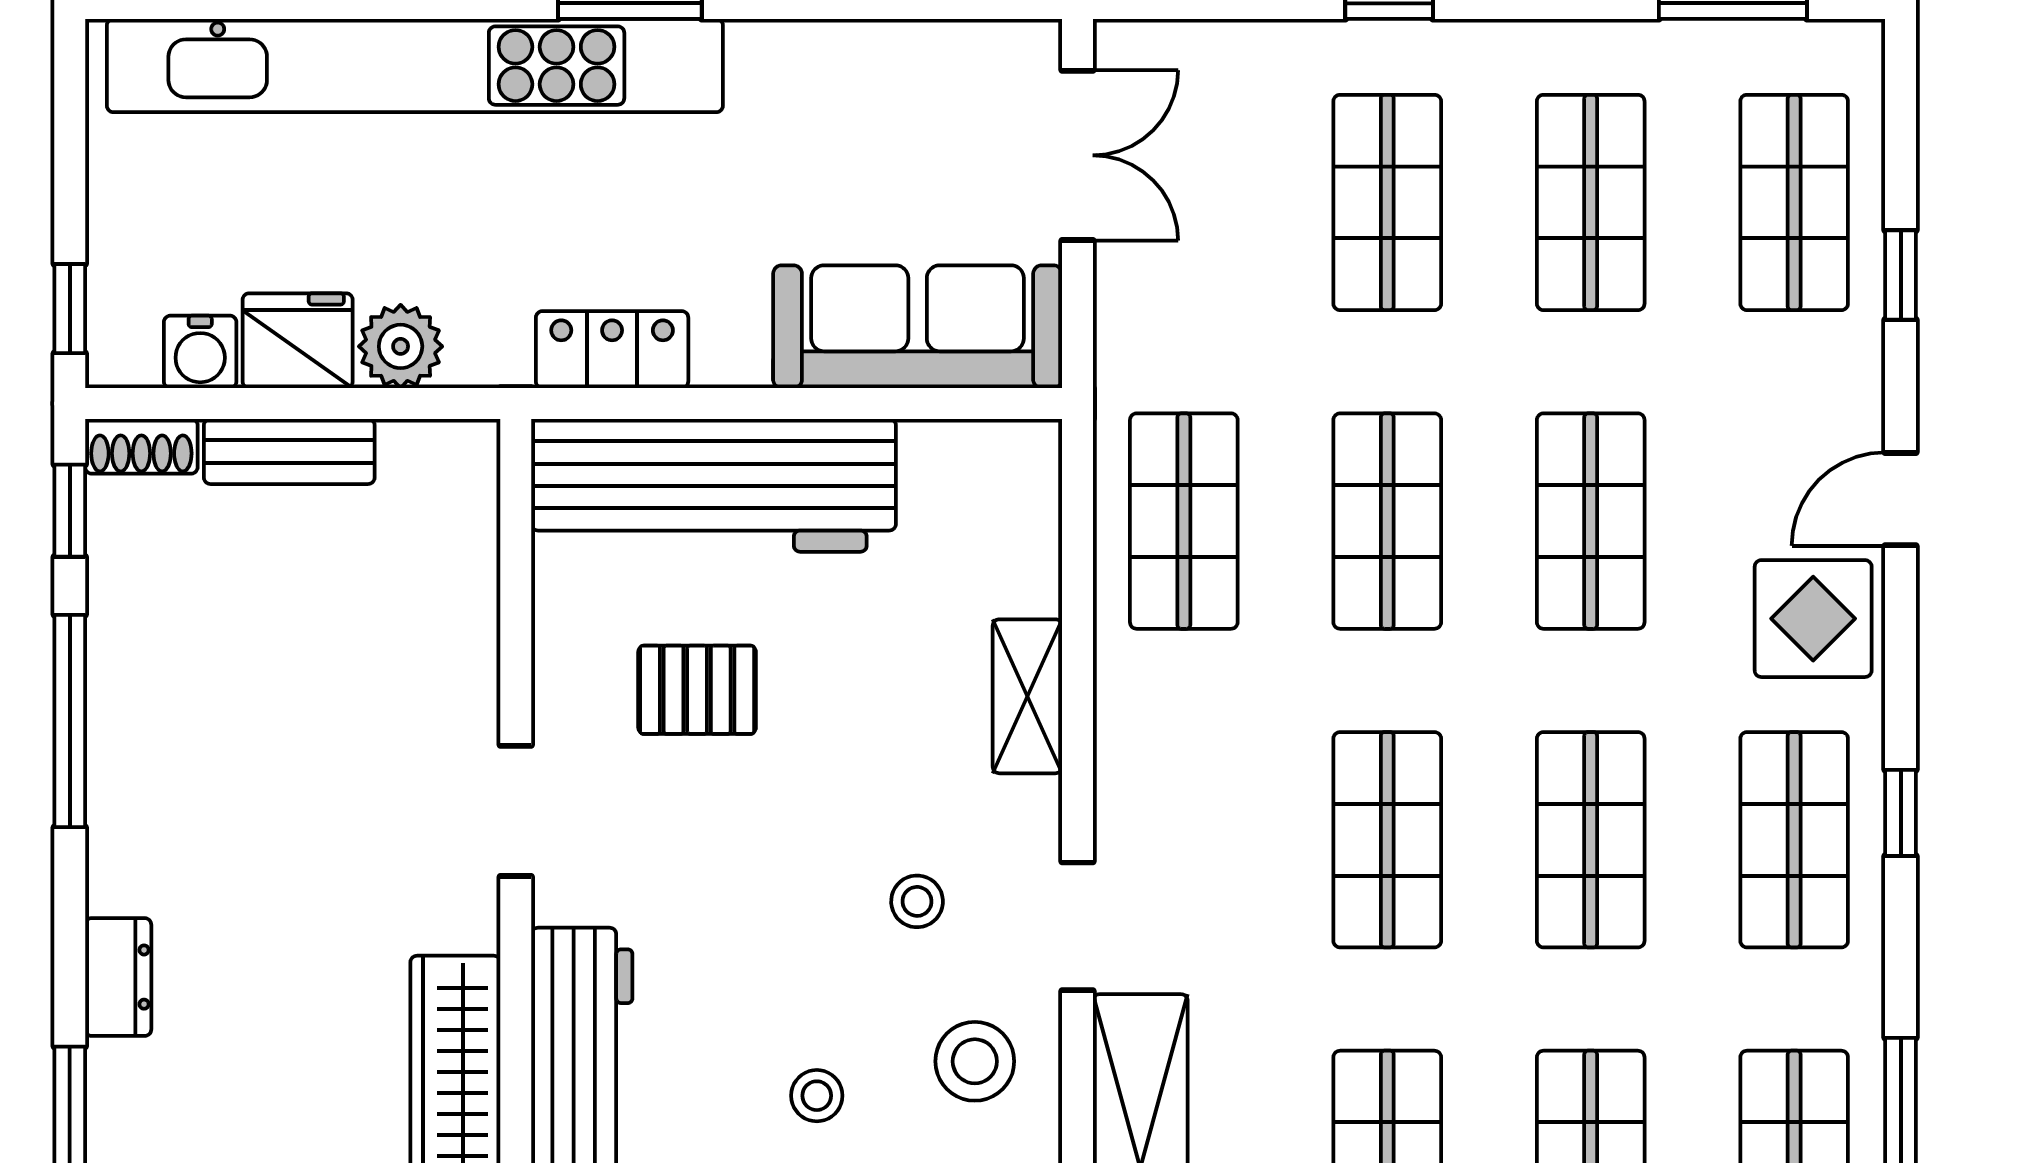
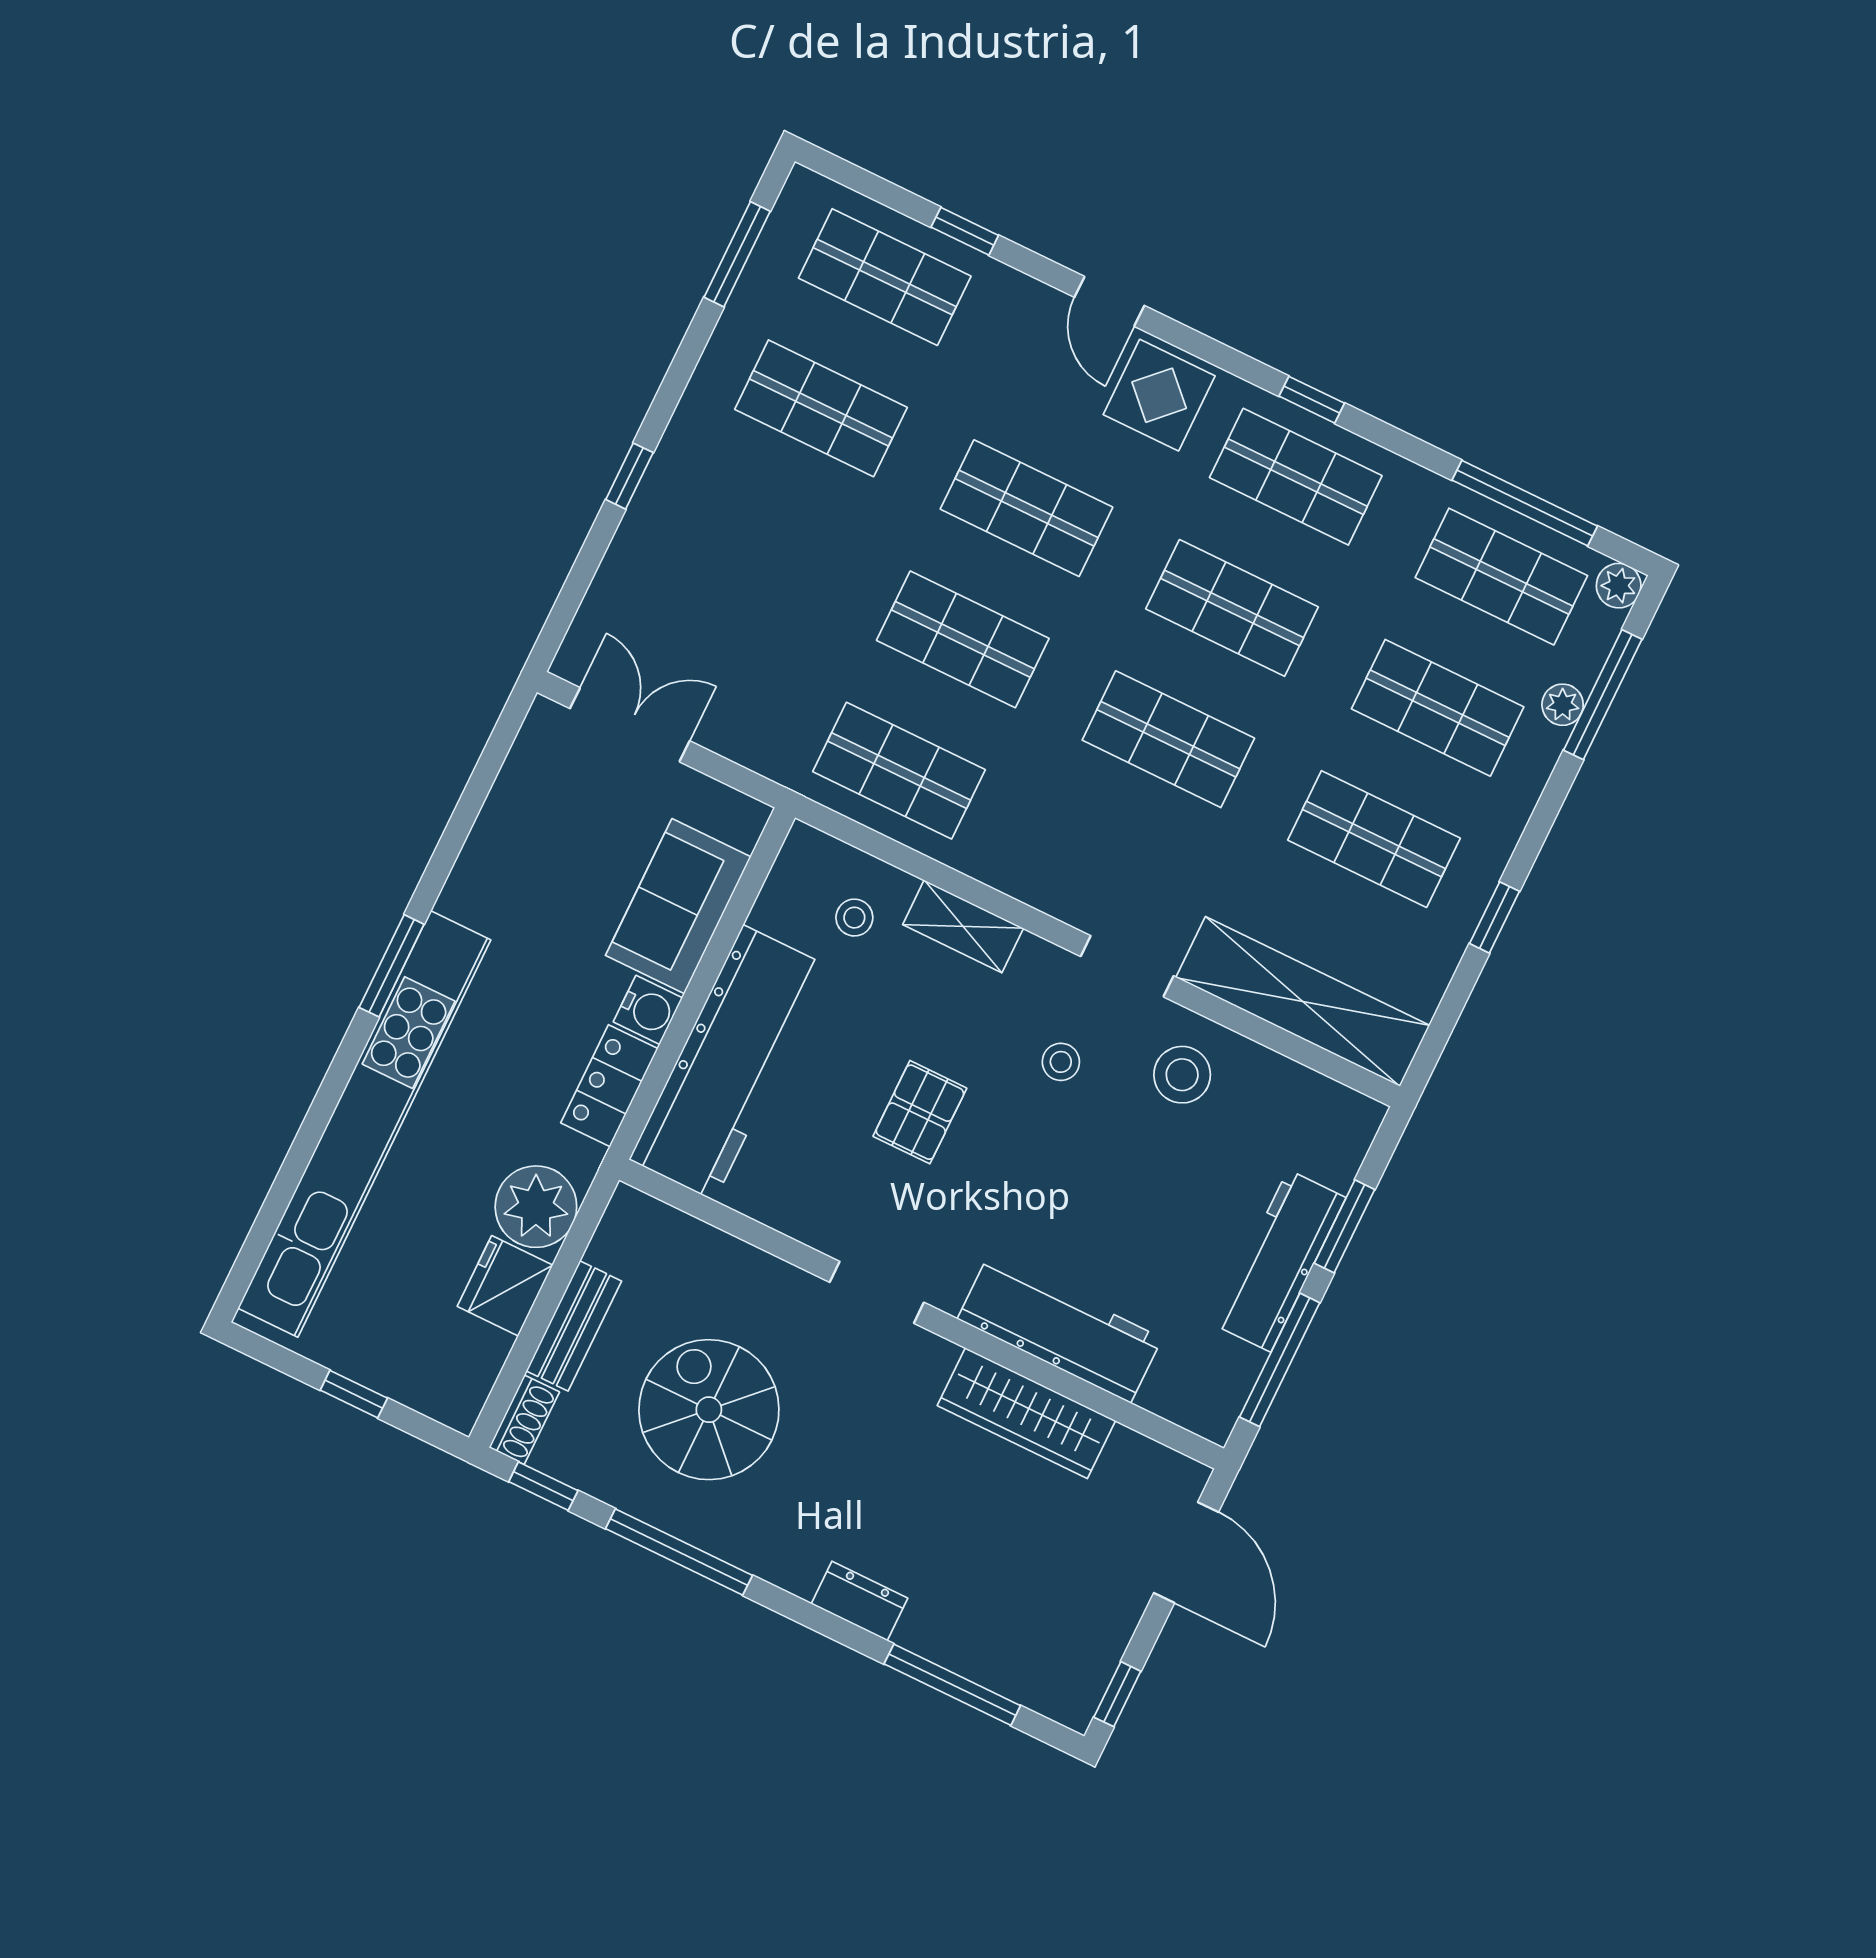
shop shelf: (1387, 202) -> (757, 540), removed
window: (70, 309) -> (354, 1394), moved
sofa: (918, 327) -> (678, 906), width x0.73
plant: (401, 346) -> (536, 1207), width x1.36, depth x1.36
water cooler: (200, 352) -> (648, 1010), moved
spiral stairs: (266, 672) -> (709, 1410), added
pallet: (697, 690) -> (920, 1112), moved
stool: (817, 1096) -> (854, 918), moved

